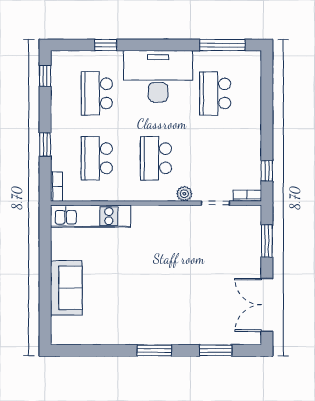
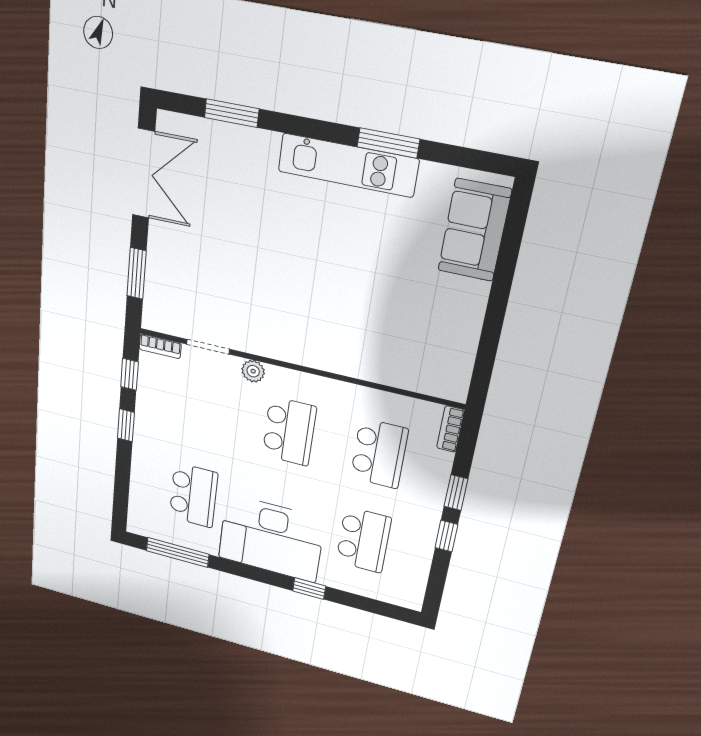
window: (106, 45) -> (309, 589), moved
window: (45, 76) -> (446, 536), moved
window: (267, 133) -> (126, 425), added
kitchen unit: (90, 216) -> (348, 165), moved, turned 180
sofa: (66, 288) -> (474, 230), moved
window: (154, 350) -> (388, 143), moved

